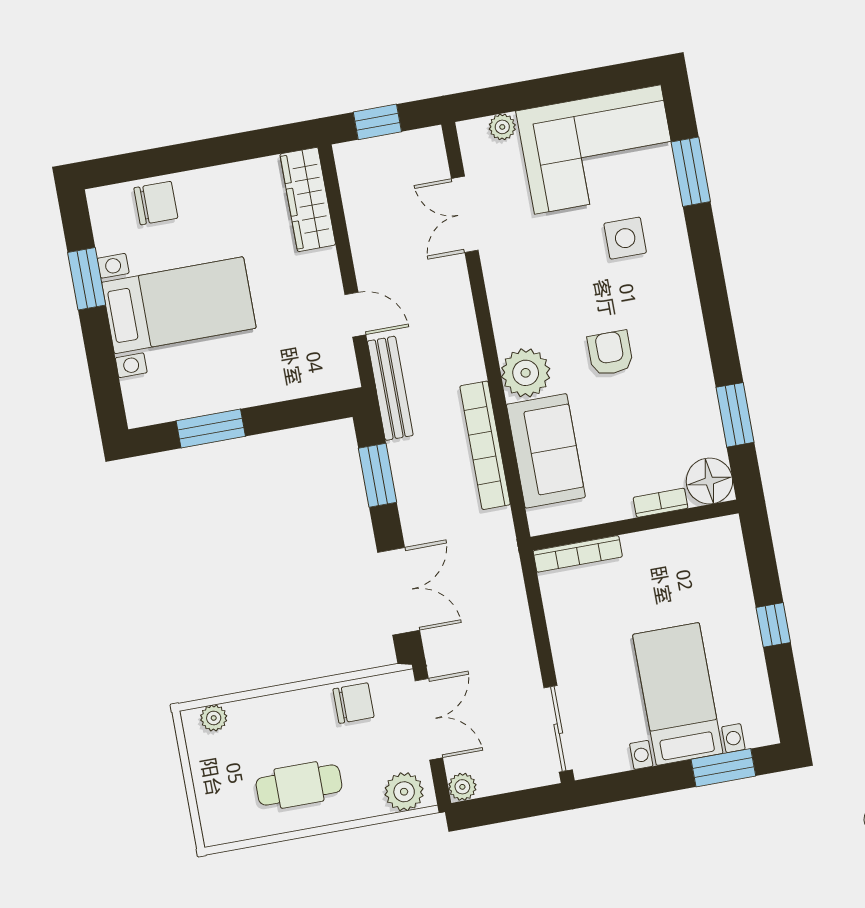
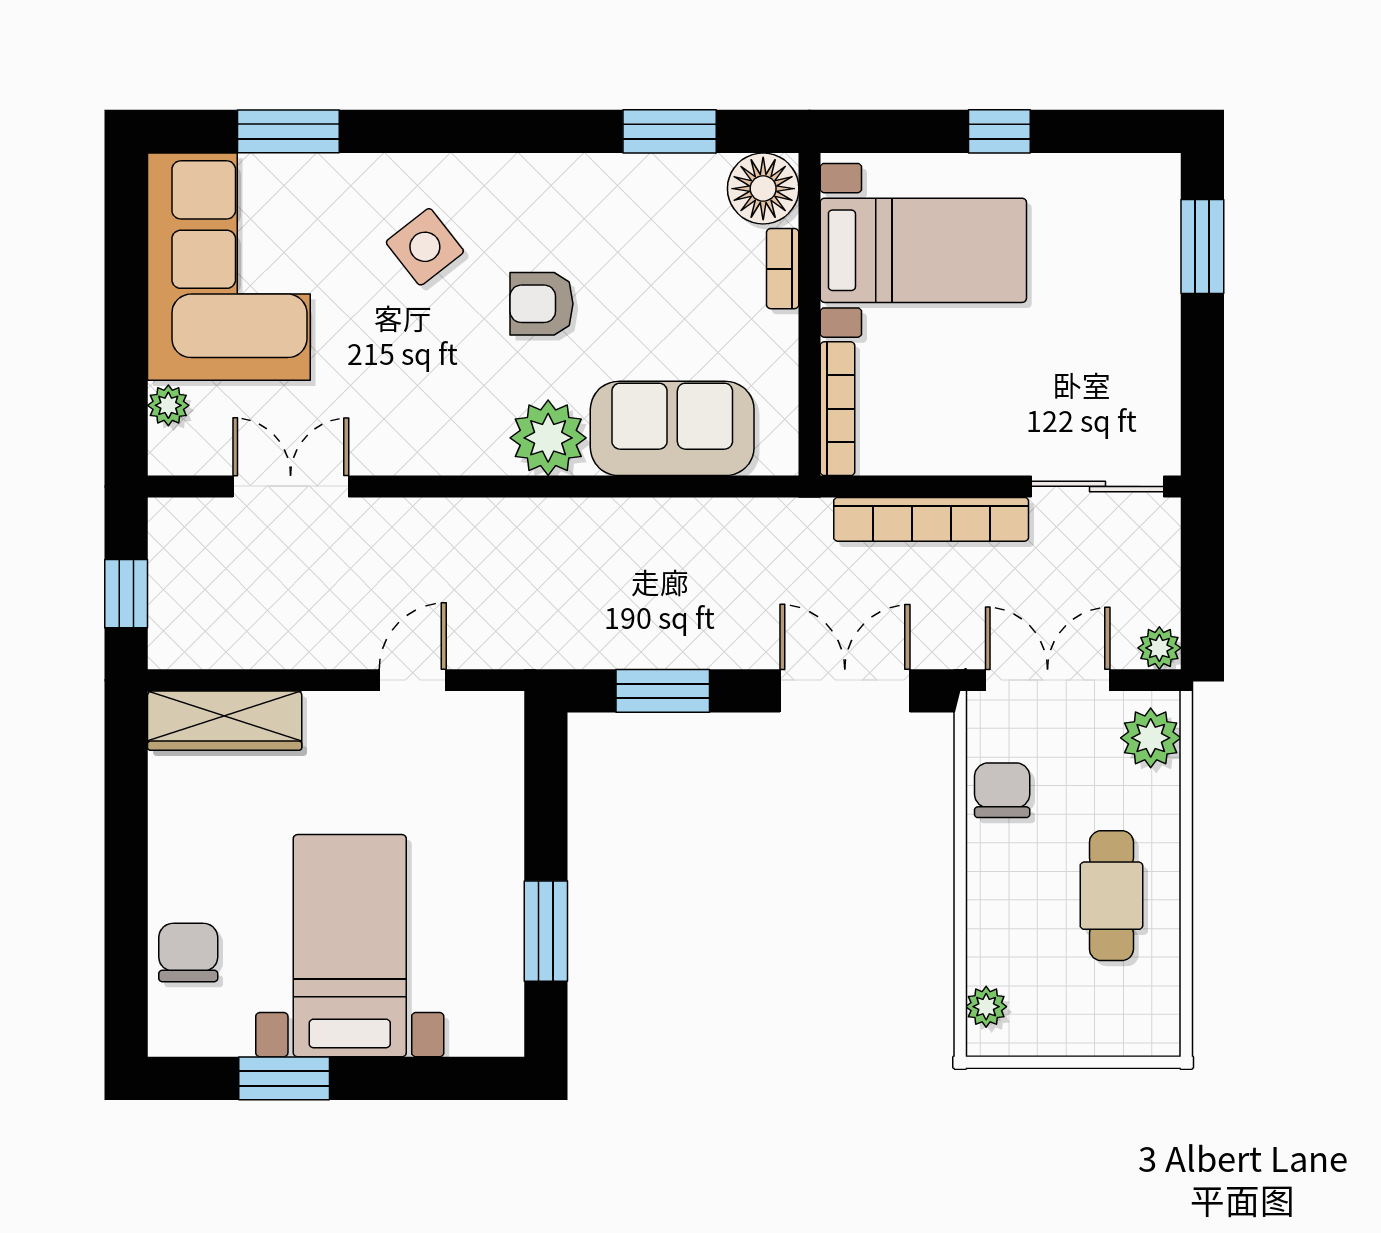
double door: (465, 214) -> (291, 486), swing flipped
side table: (625, 238) -> (425, 247), moved, turned -38
bench: (390, 388) -> (534, 648), removed
bookcase: (485, 445) -> (931, 519), moved
bed with nightstands: (678, 694) -> (923, 250), moved, turned 180

